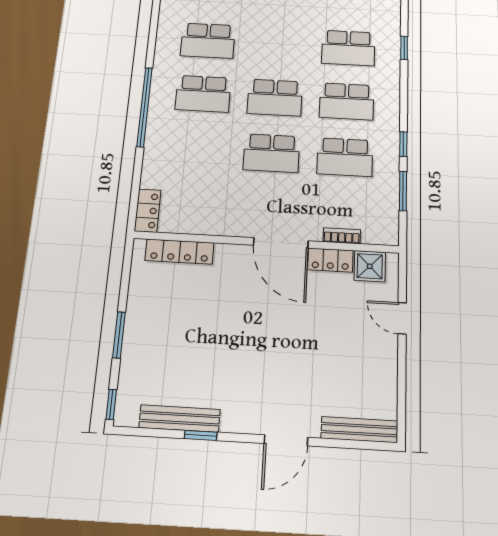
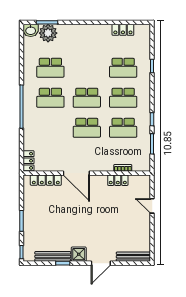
door: (281, 243) -> (76, 173), moved
shower: (370, 266) -> (79, 254), moved

